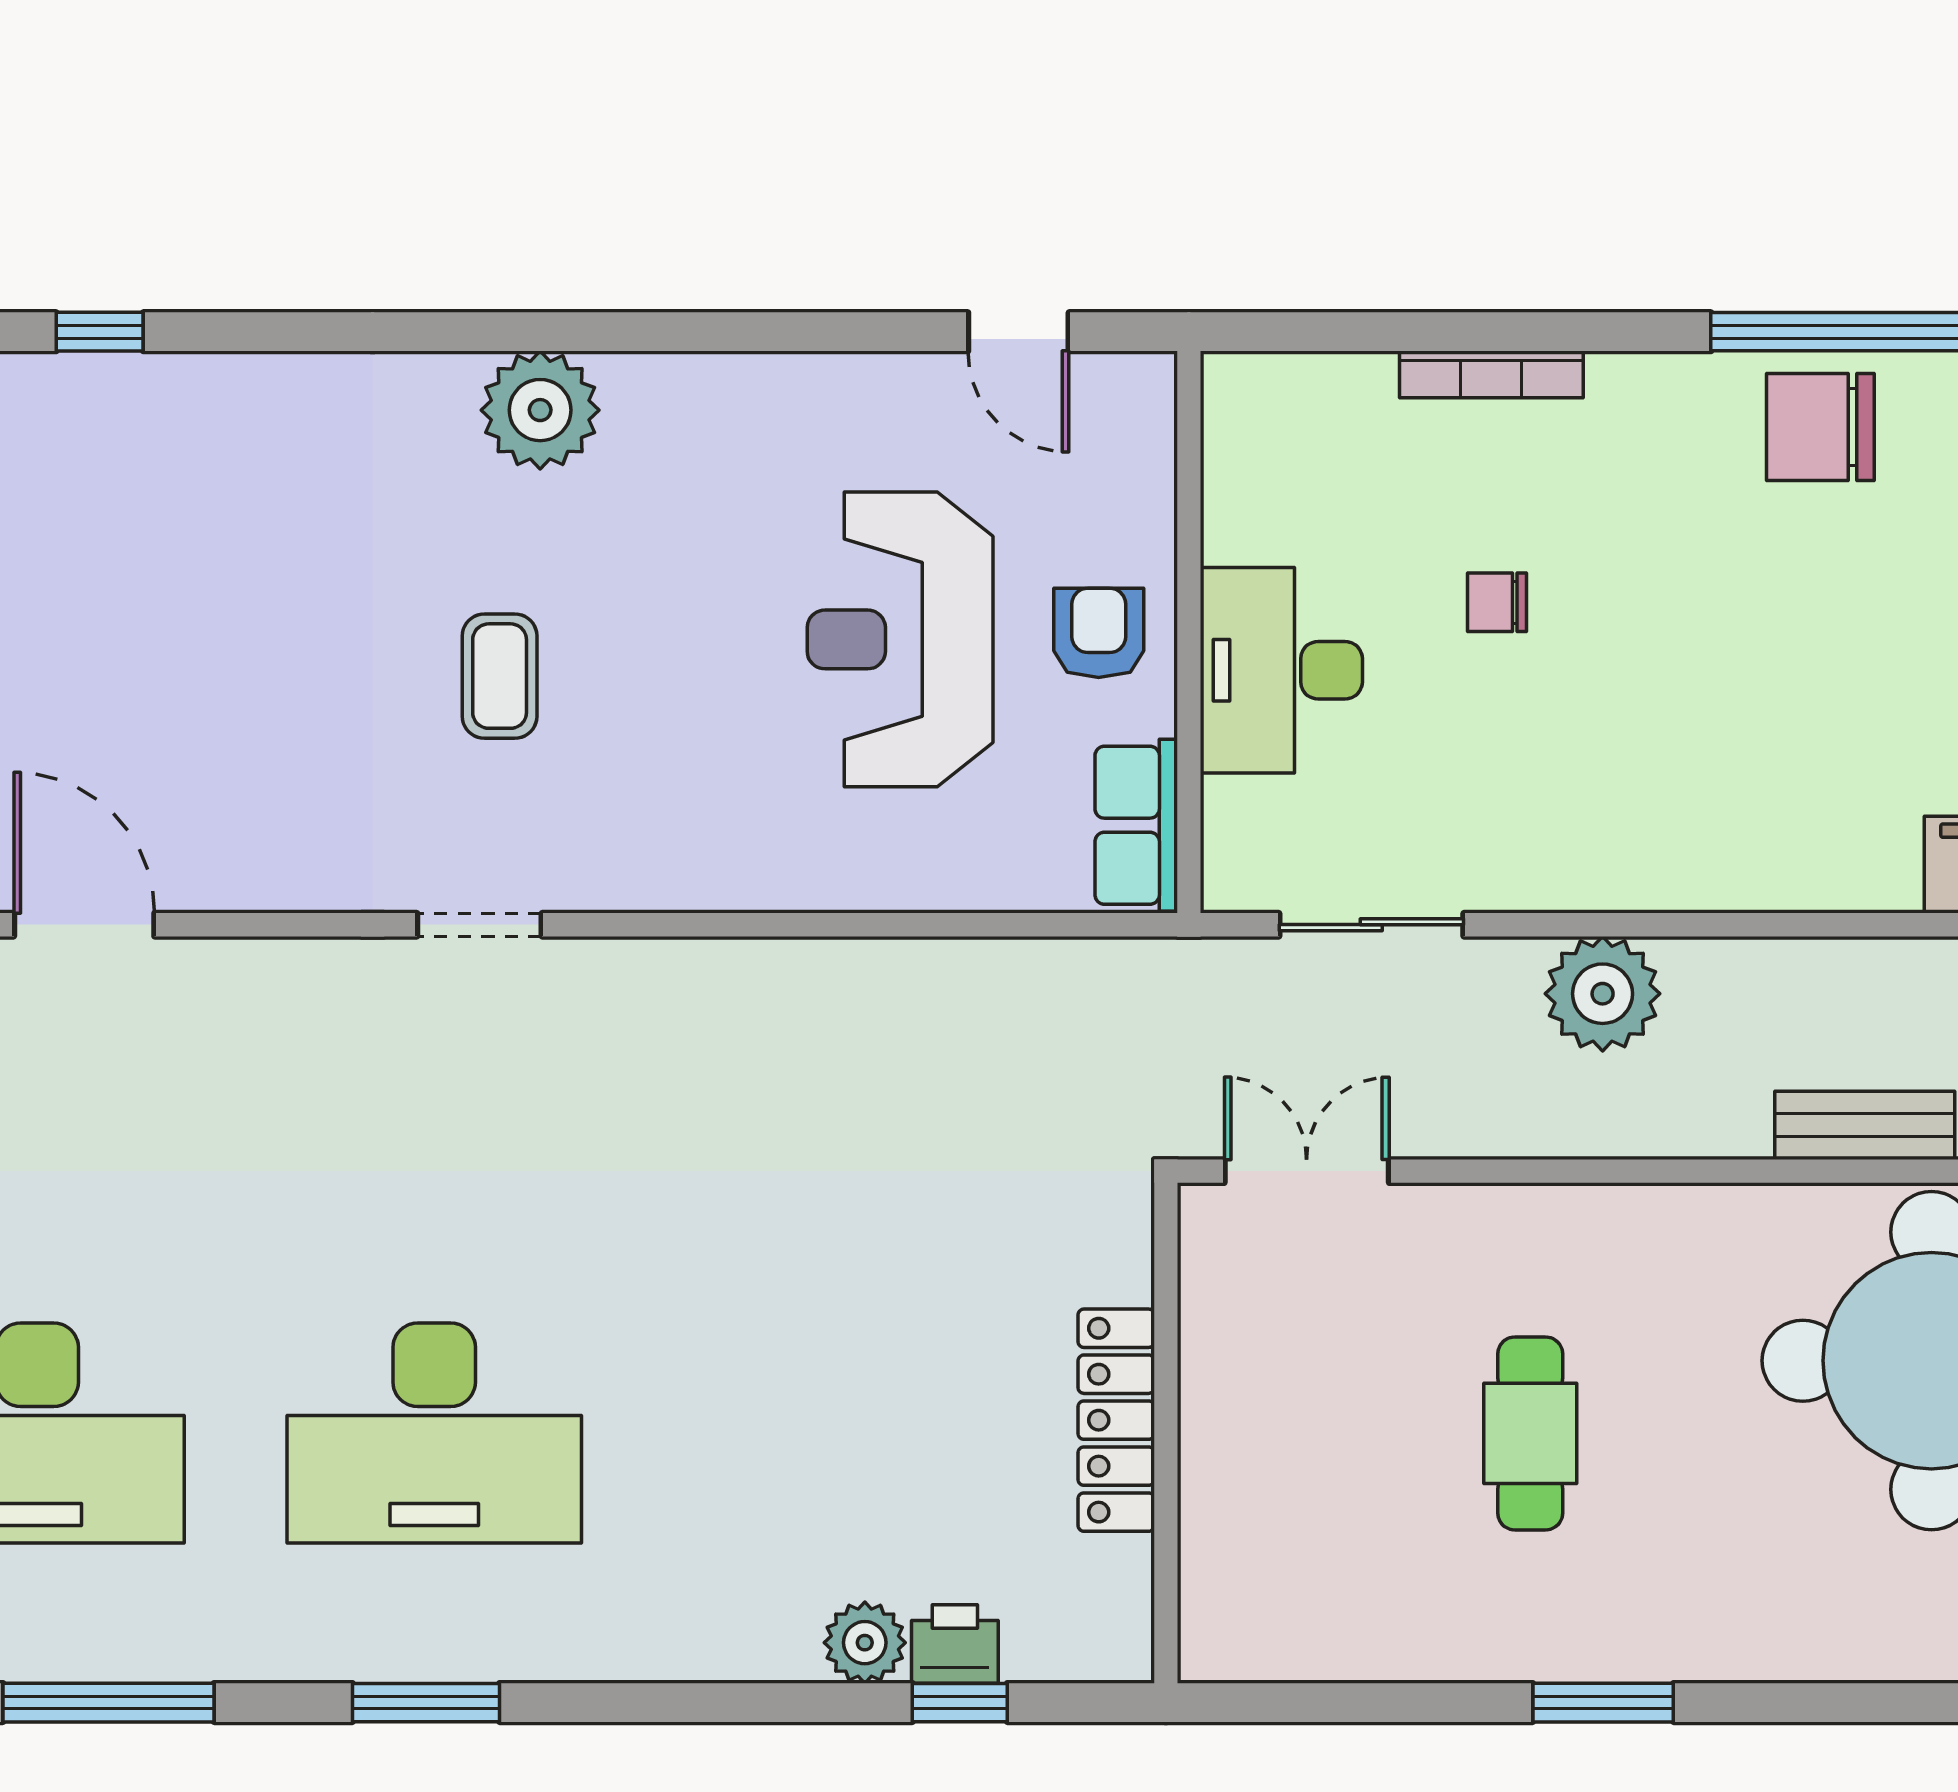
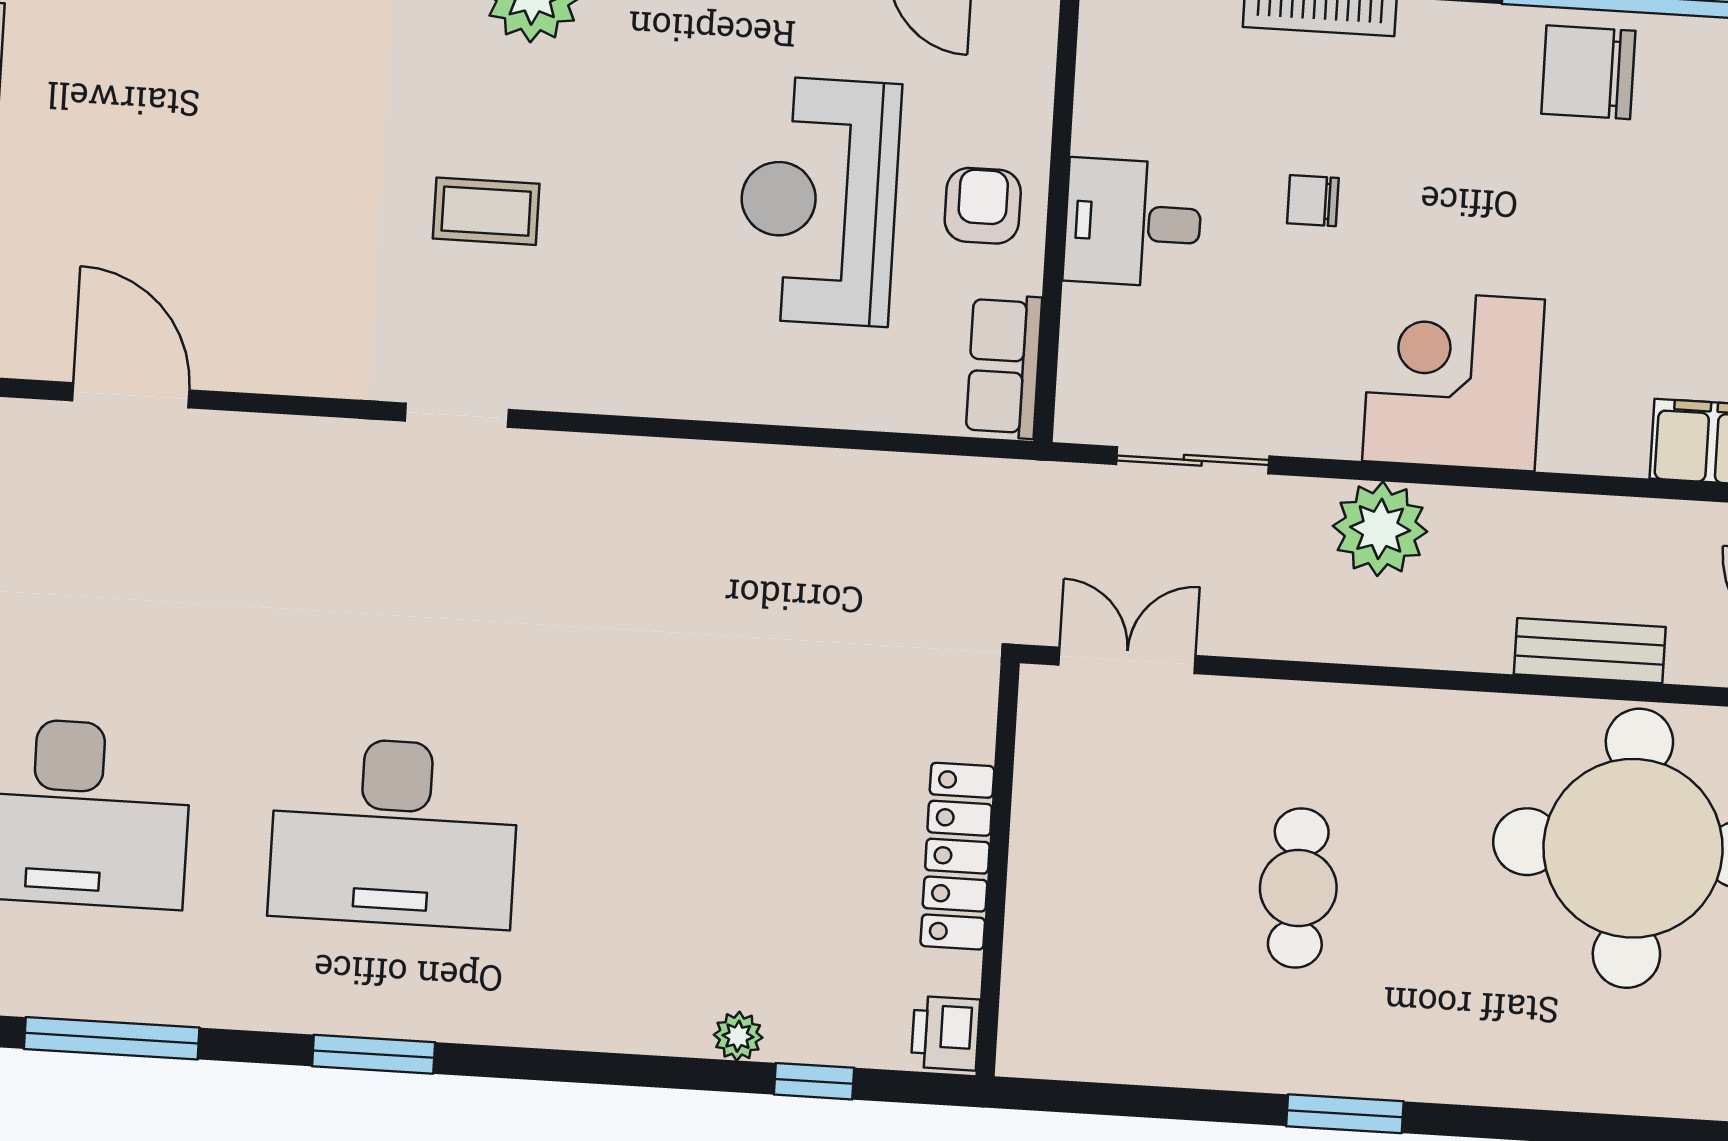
desk: (1281, 670) -> (1133, 223), width x0.73
coffee table: (500, 676) -> (486, 211), turned 90
corner desk: (1680, 809) -> (1454, 380), added
plant: (865, 1643) -> (738, 1036), width x0.73, depth x0.73
printer: (955, 1644) -> (945, 1033), moved, turned -90

